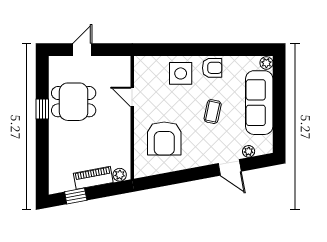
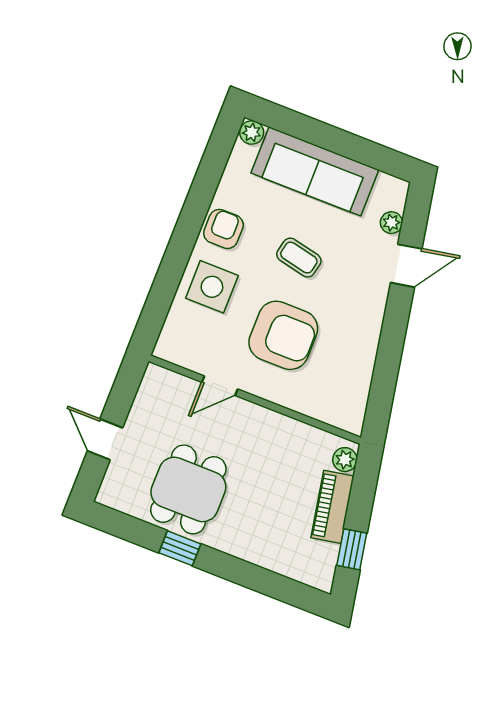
armchair: (164, 139) -> (283, 335), moved

